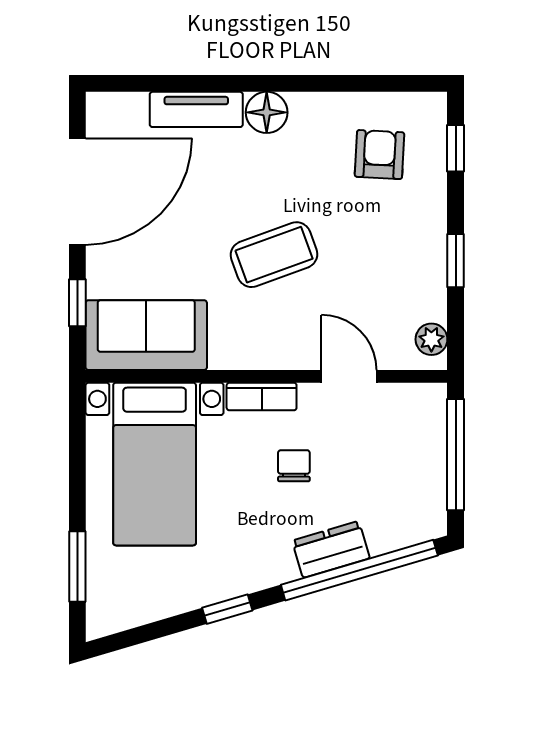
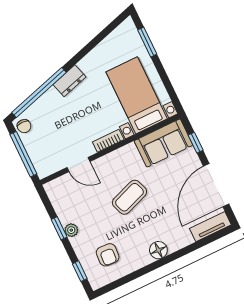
tv unit: (196, 109) -> (210, 227), moved
plant: (431, 339) -> (71, 230), moved
chair: (294, 466) -> (24, 126), moved
dresser: (331, 549) -> (70, 81), moved
window: (227, 609) -> (82, 53), removed

